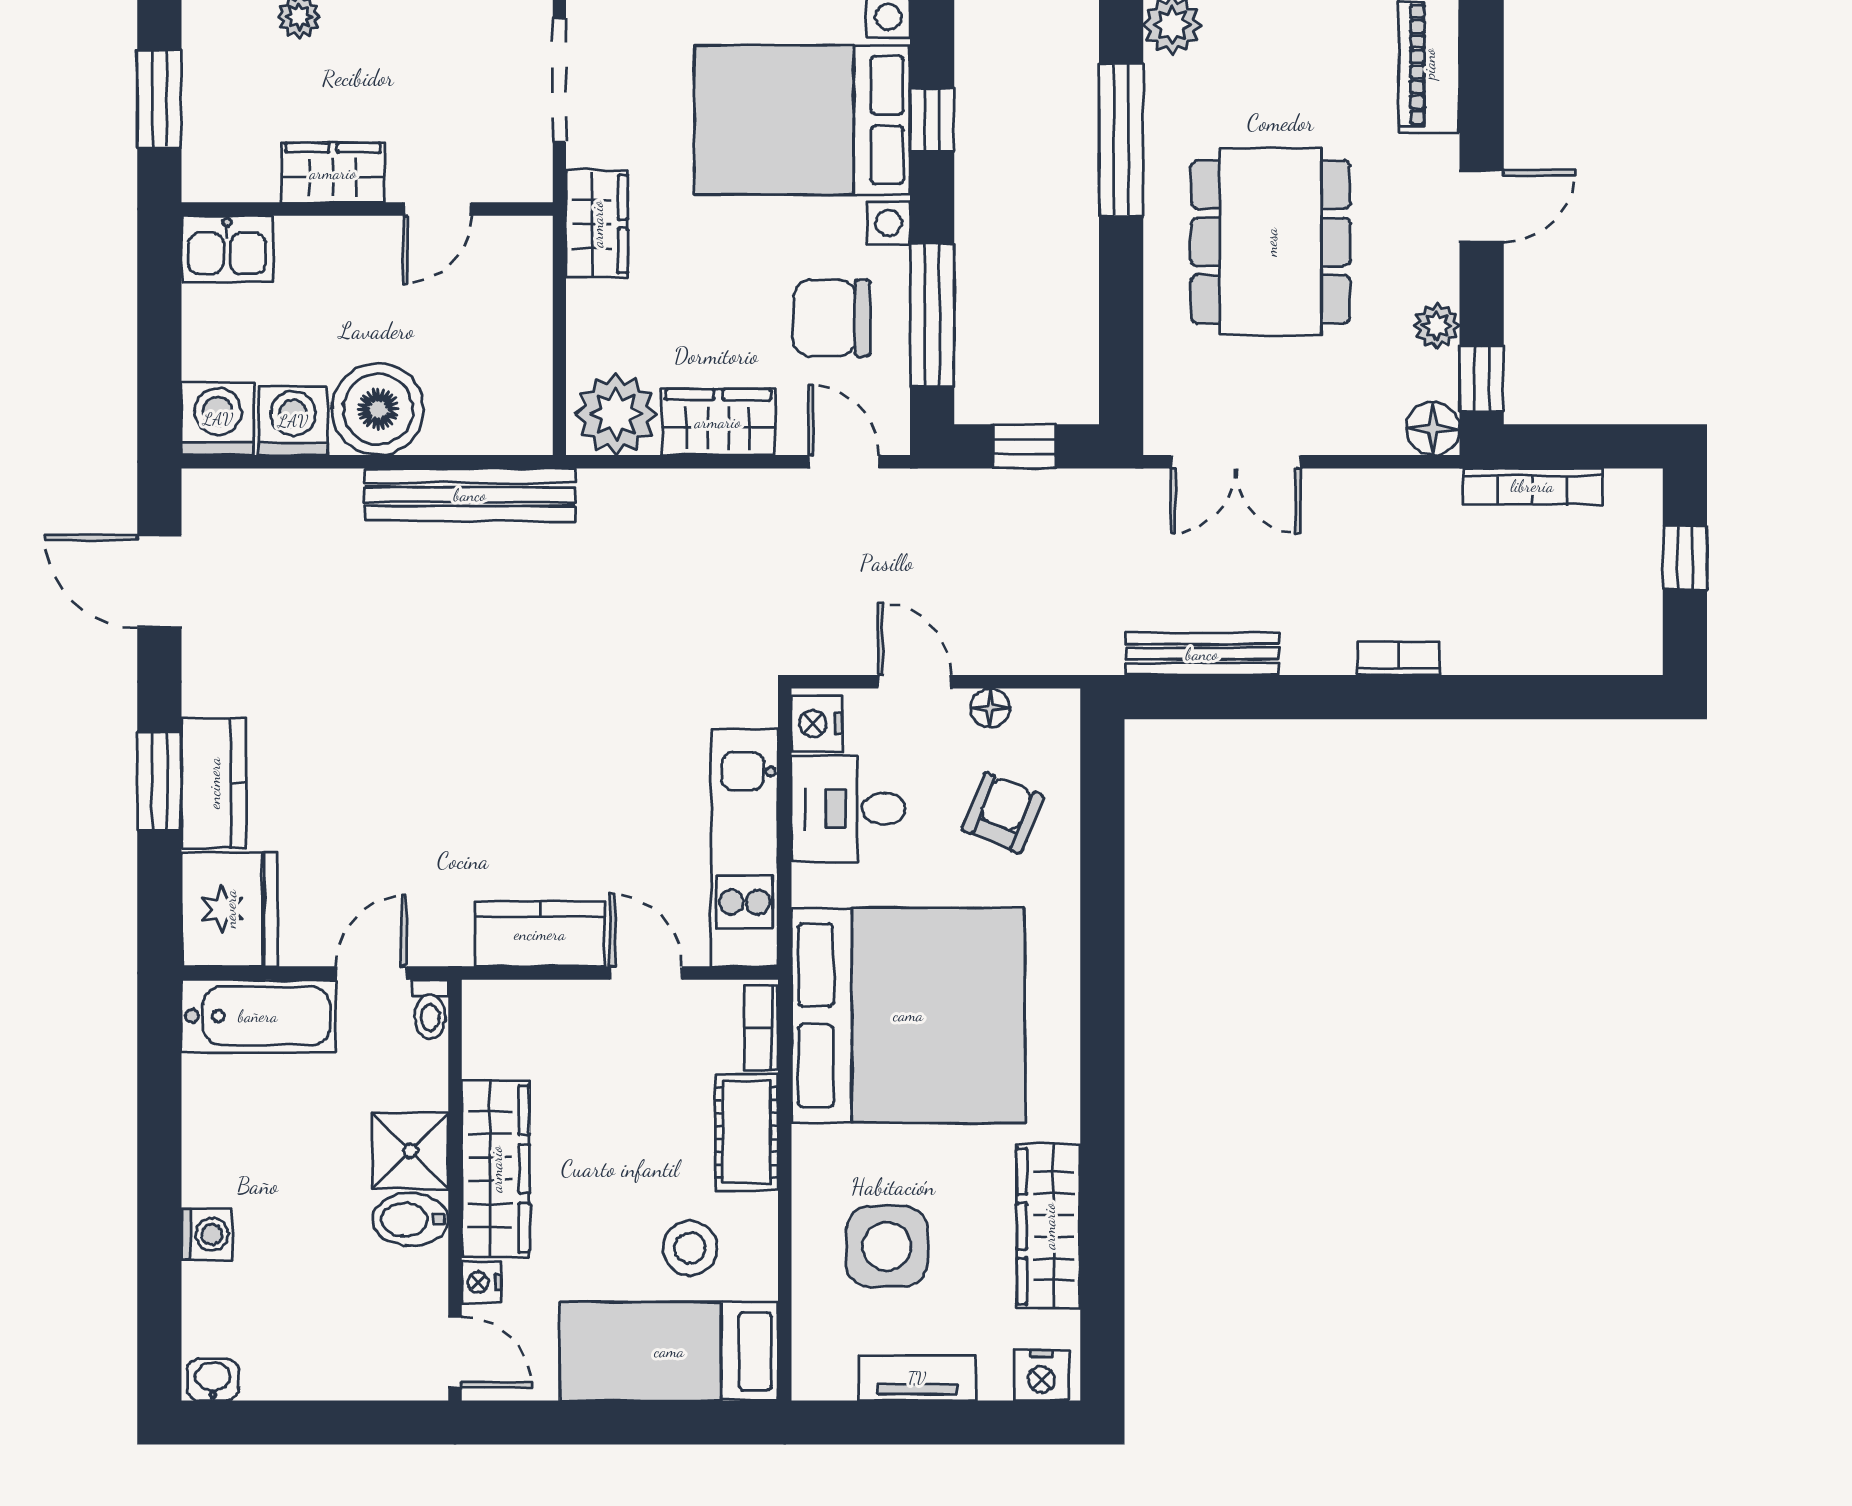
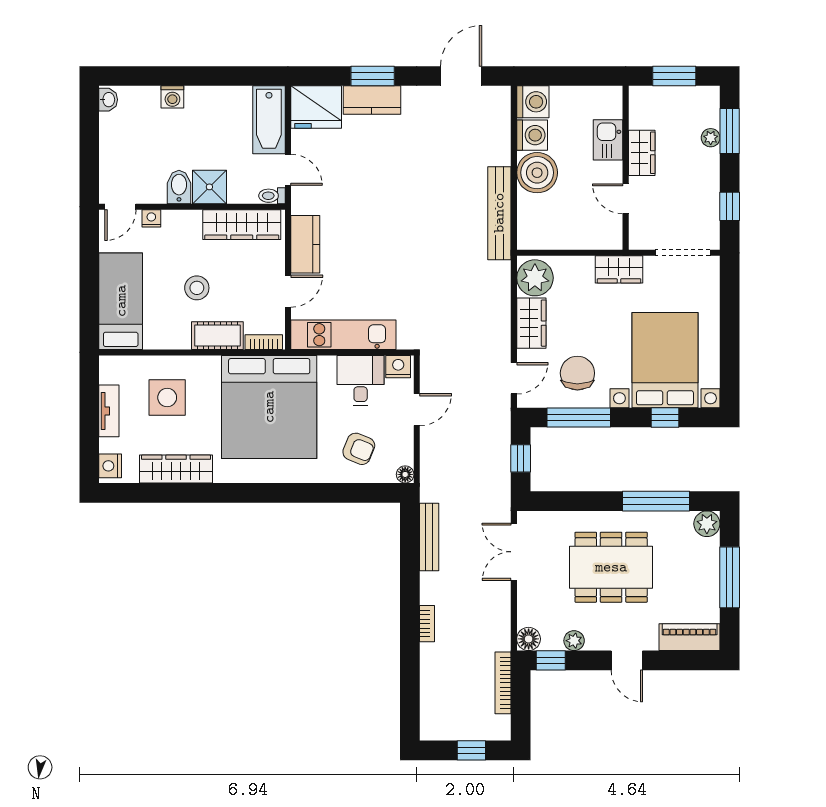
kitchen sink: (227, 249) -> (608, 140), moved
floor lamp: (990, 708) -> (405, 474), moved
wardrobe: (496, 1169) -> (242, 225), moved
stool: (690, 1248) -> (197, 288), moved

